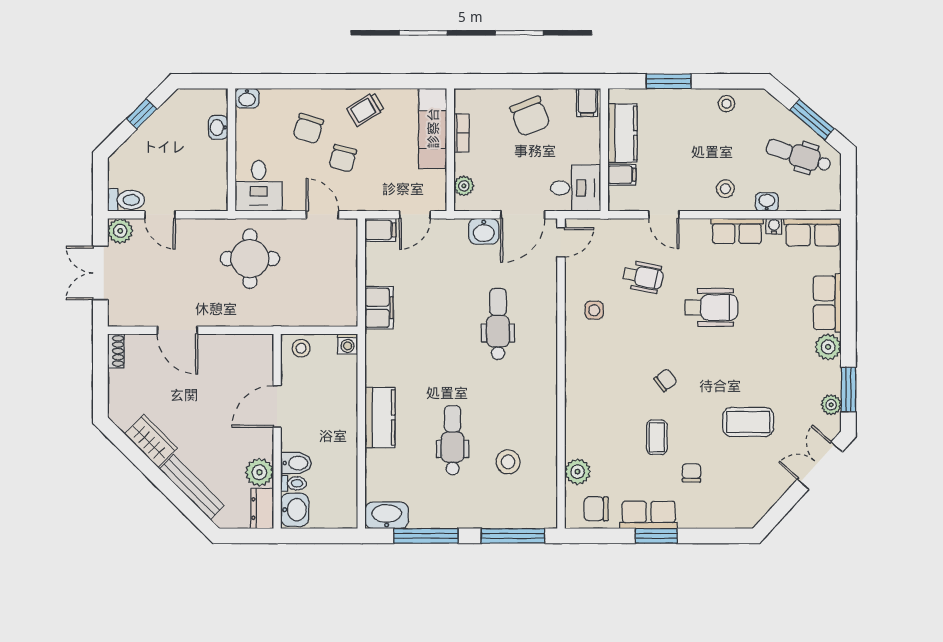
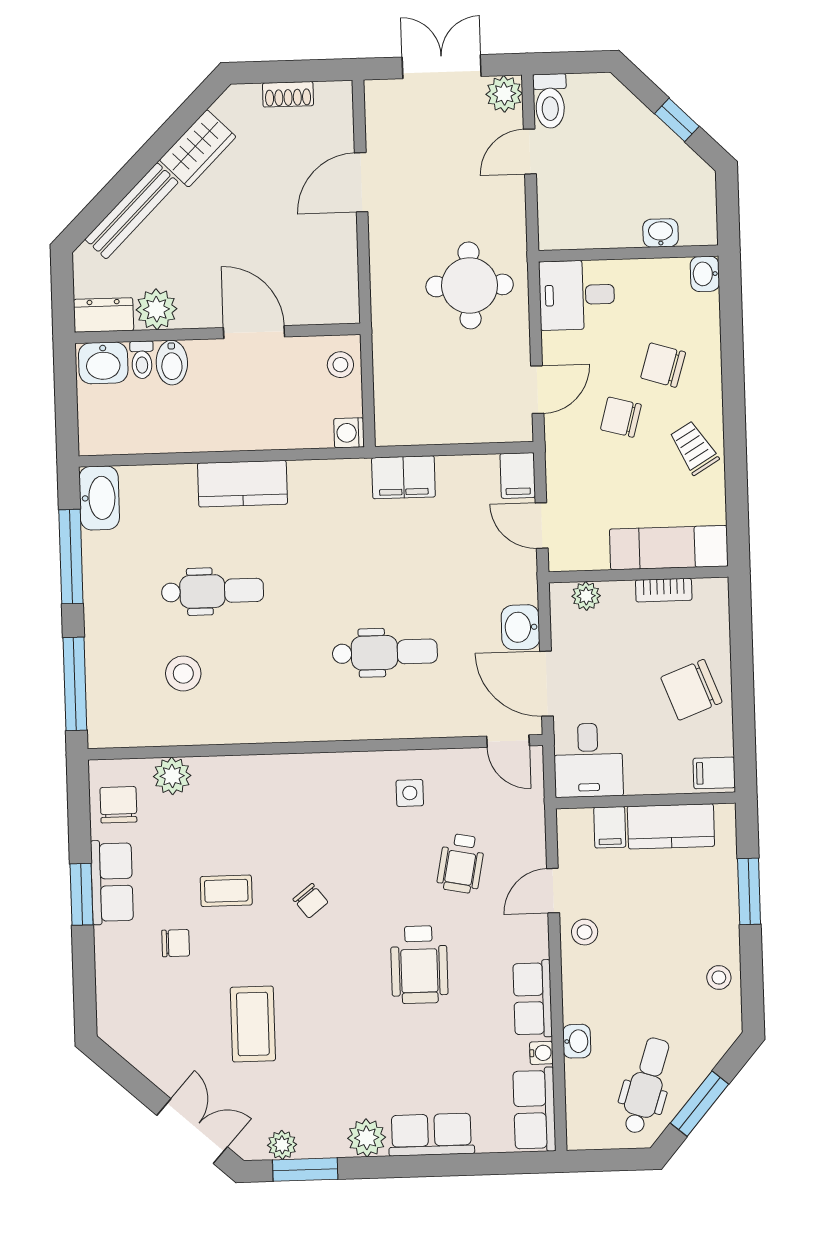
stool: (725, 189) -> (585, 932), moved
shoe rack: (116, 351) -> (288, 94), moved

